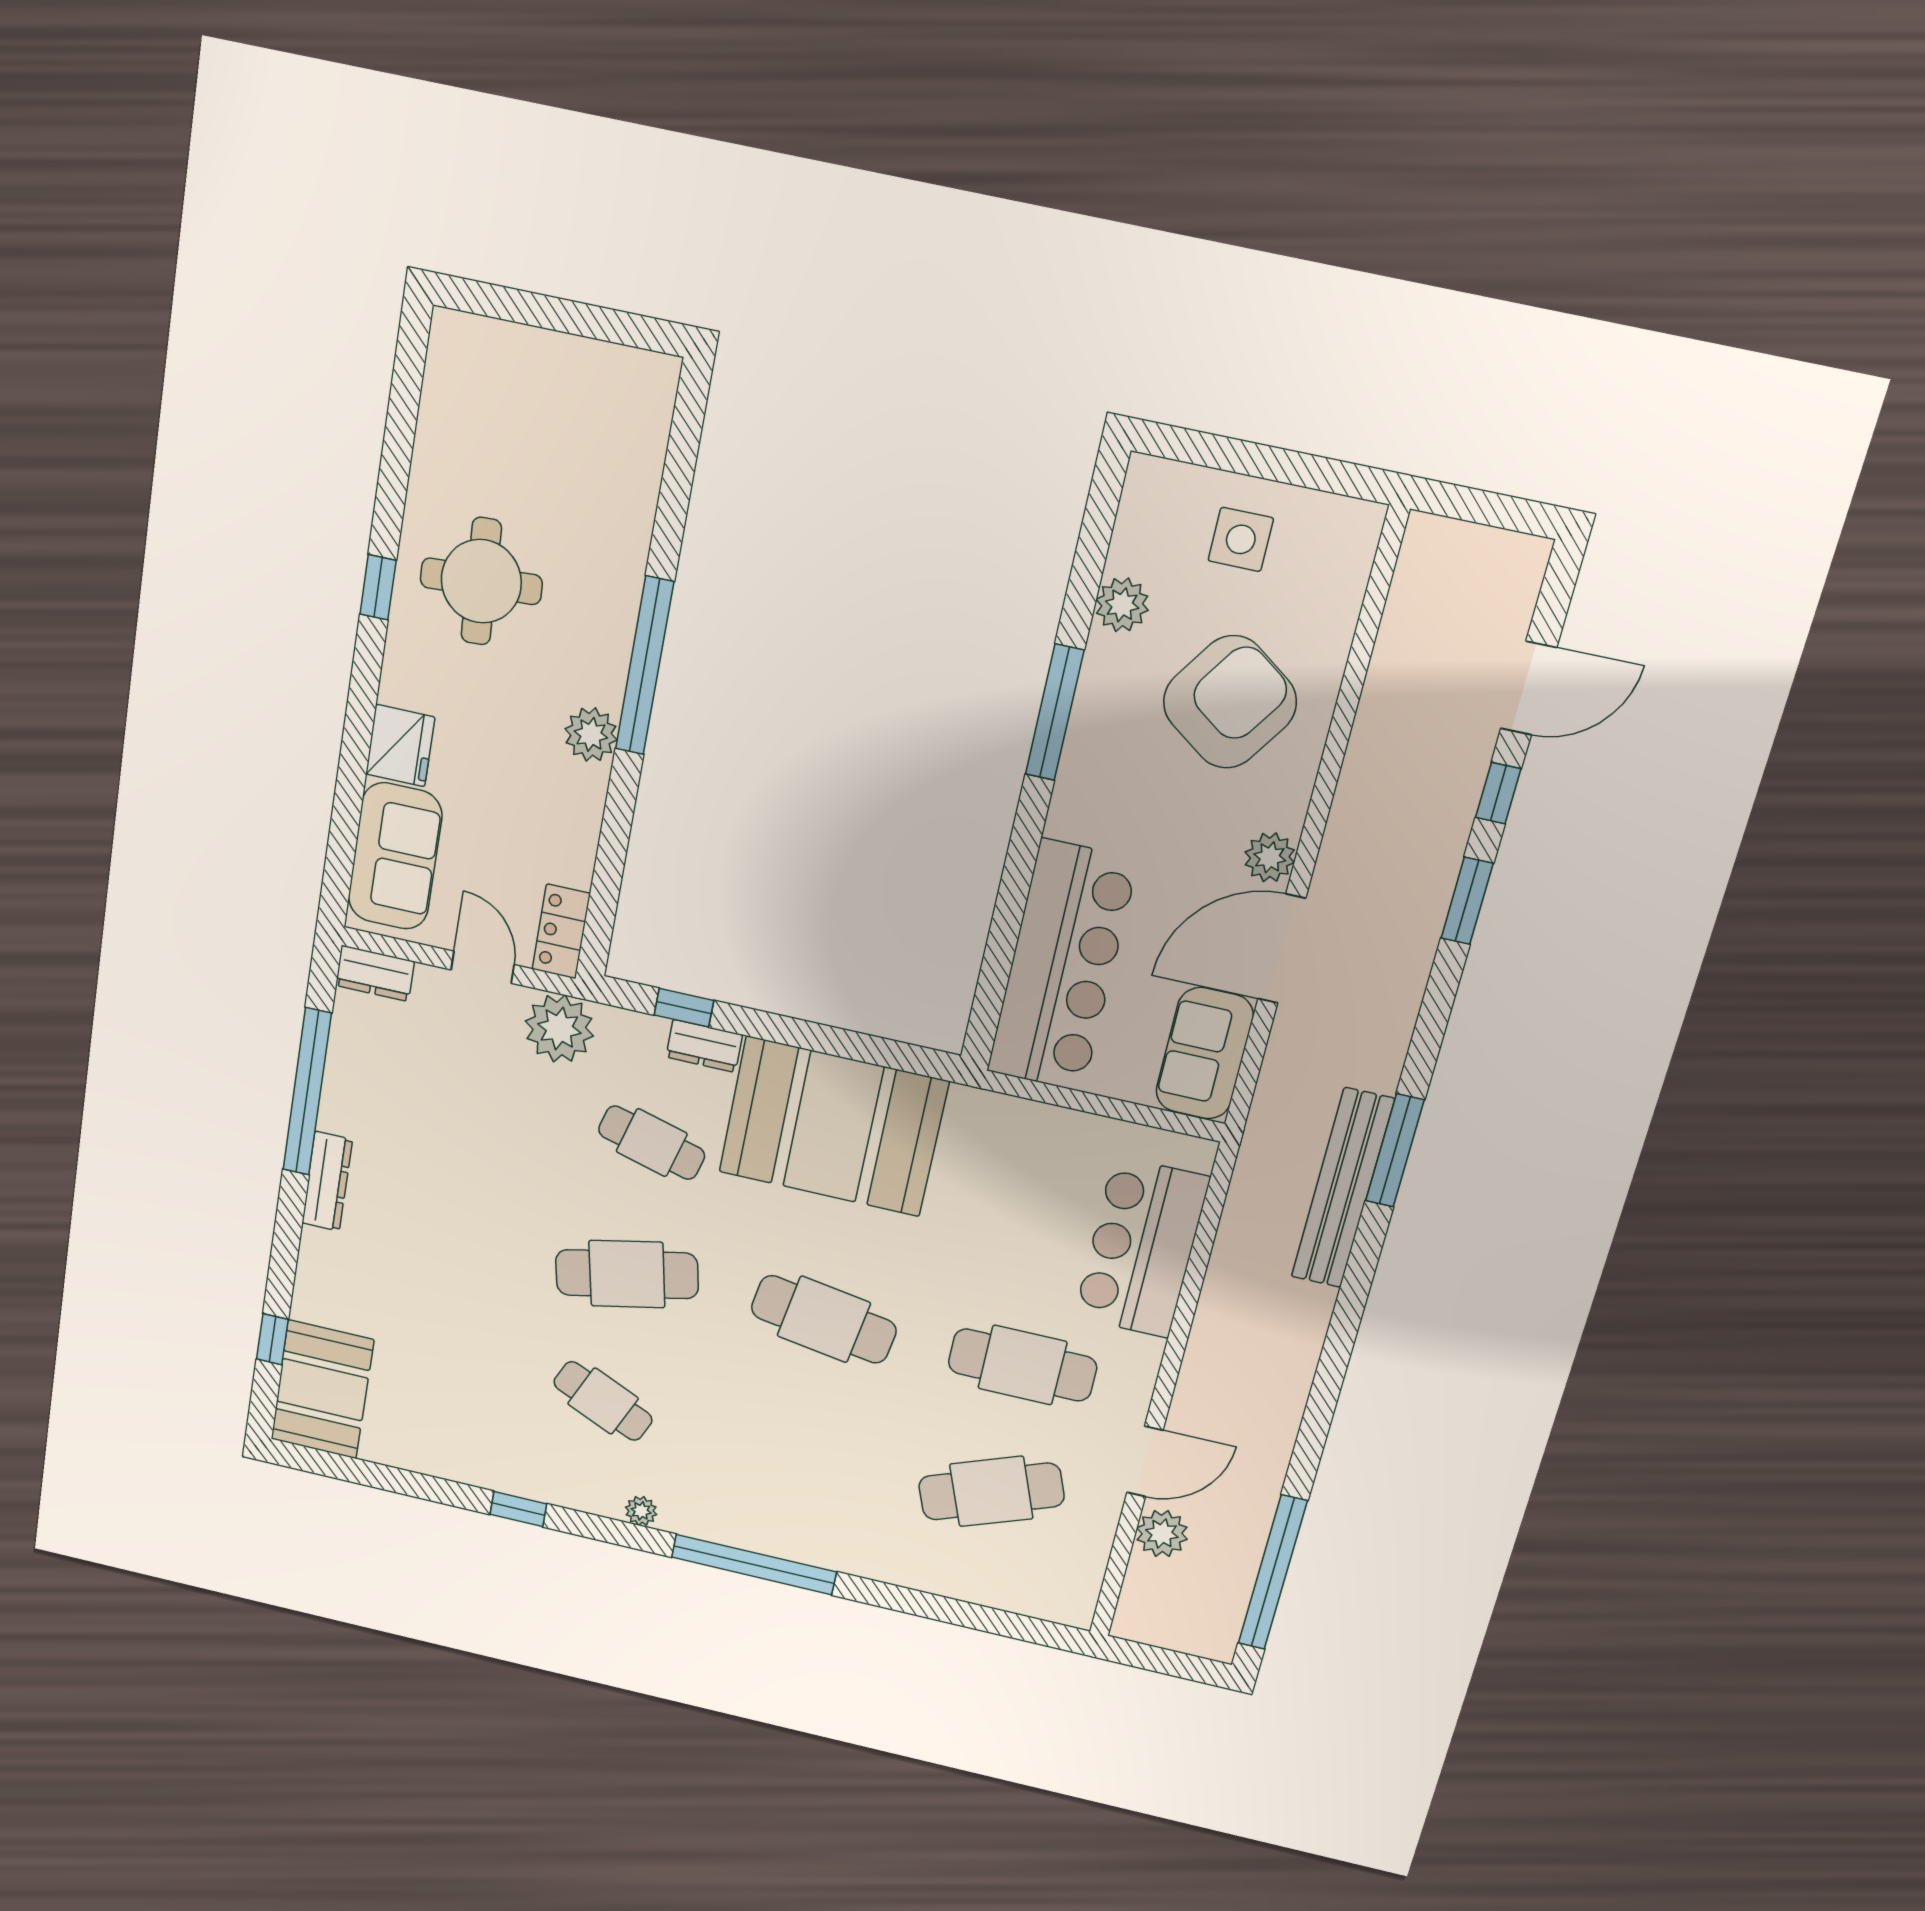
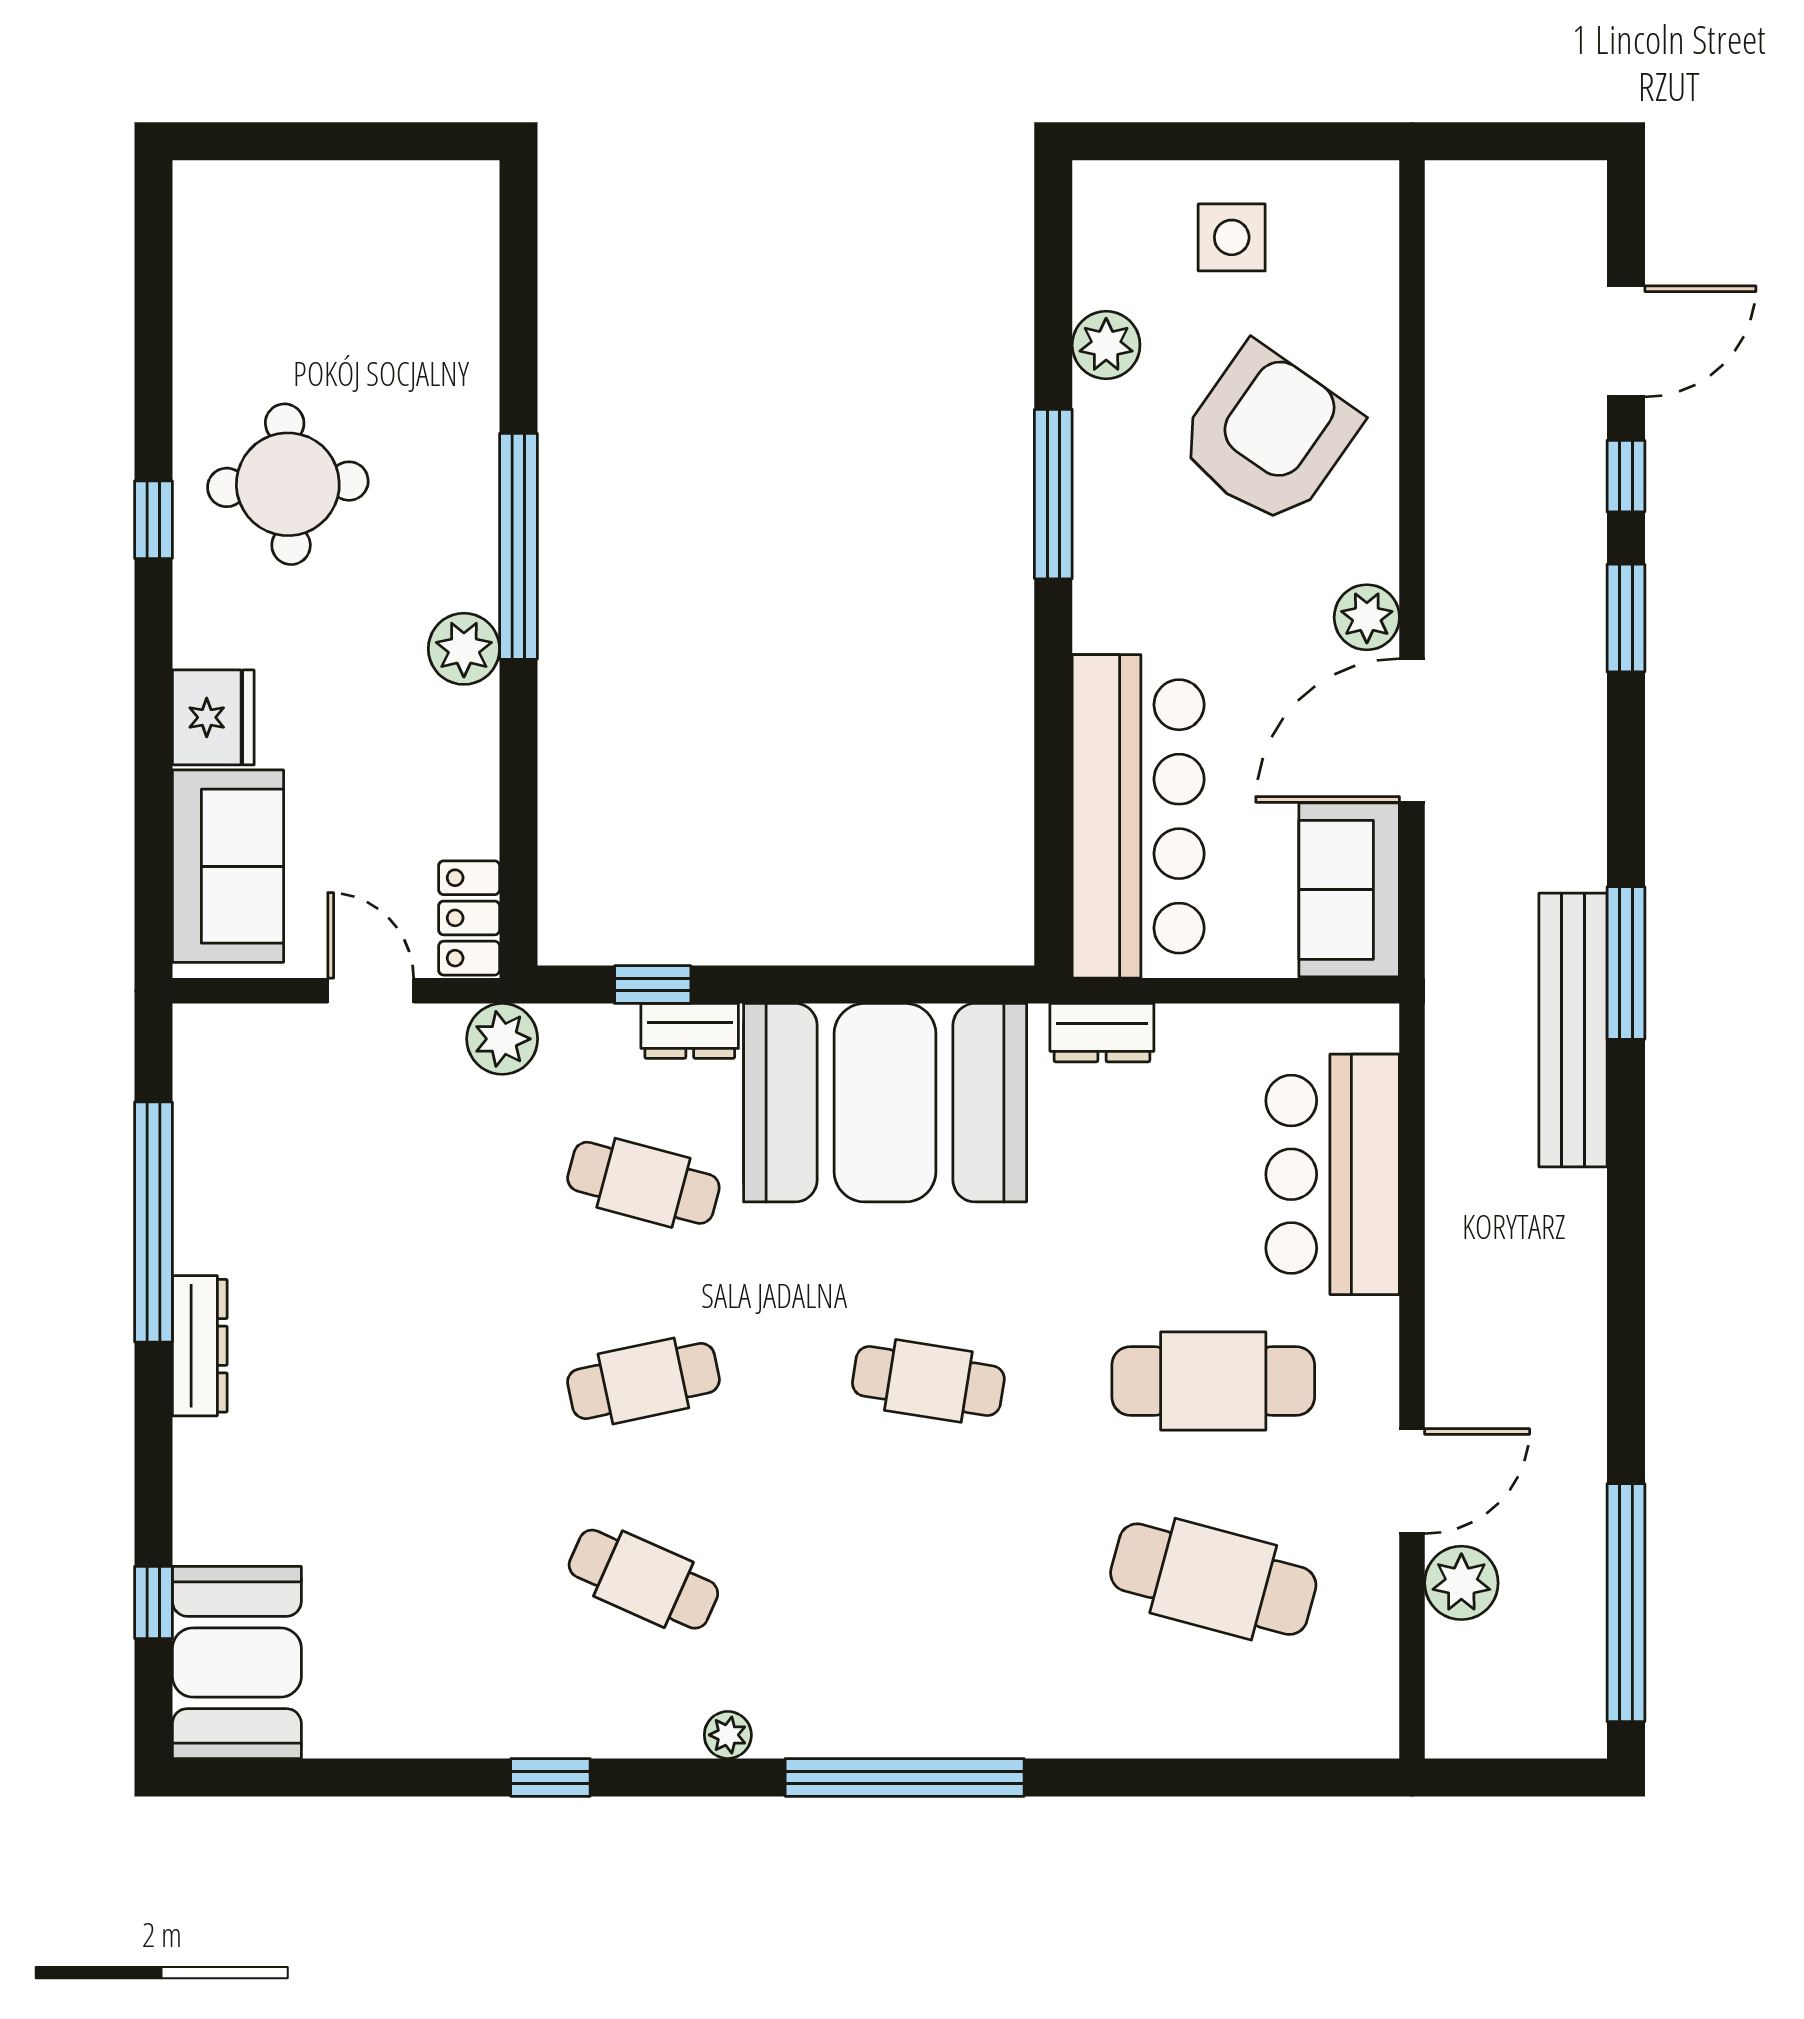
dresser: (375, 973) -> (1102, 1033), moved
plant: (559, 1029) -> (502, 1039), width x0.73, depth x0.73
cafe table: (627, 1274) -> (643, 1381), width x0.73, depth x0.74
cafe table: (824, 1319) -> (928, 1381), width x0.73, depth x0.74
cafe table: (991, 1491) -> (1213, 1579), turned 36

